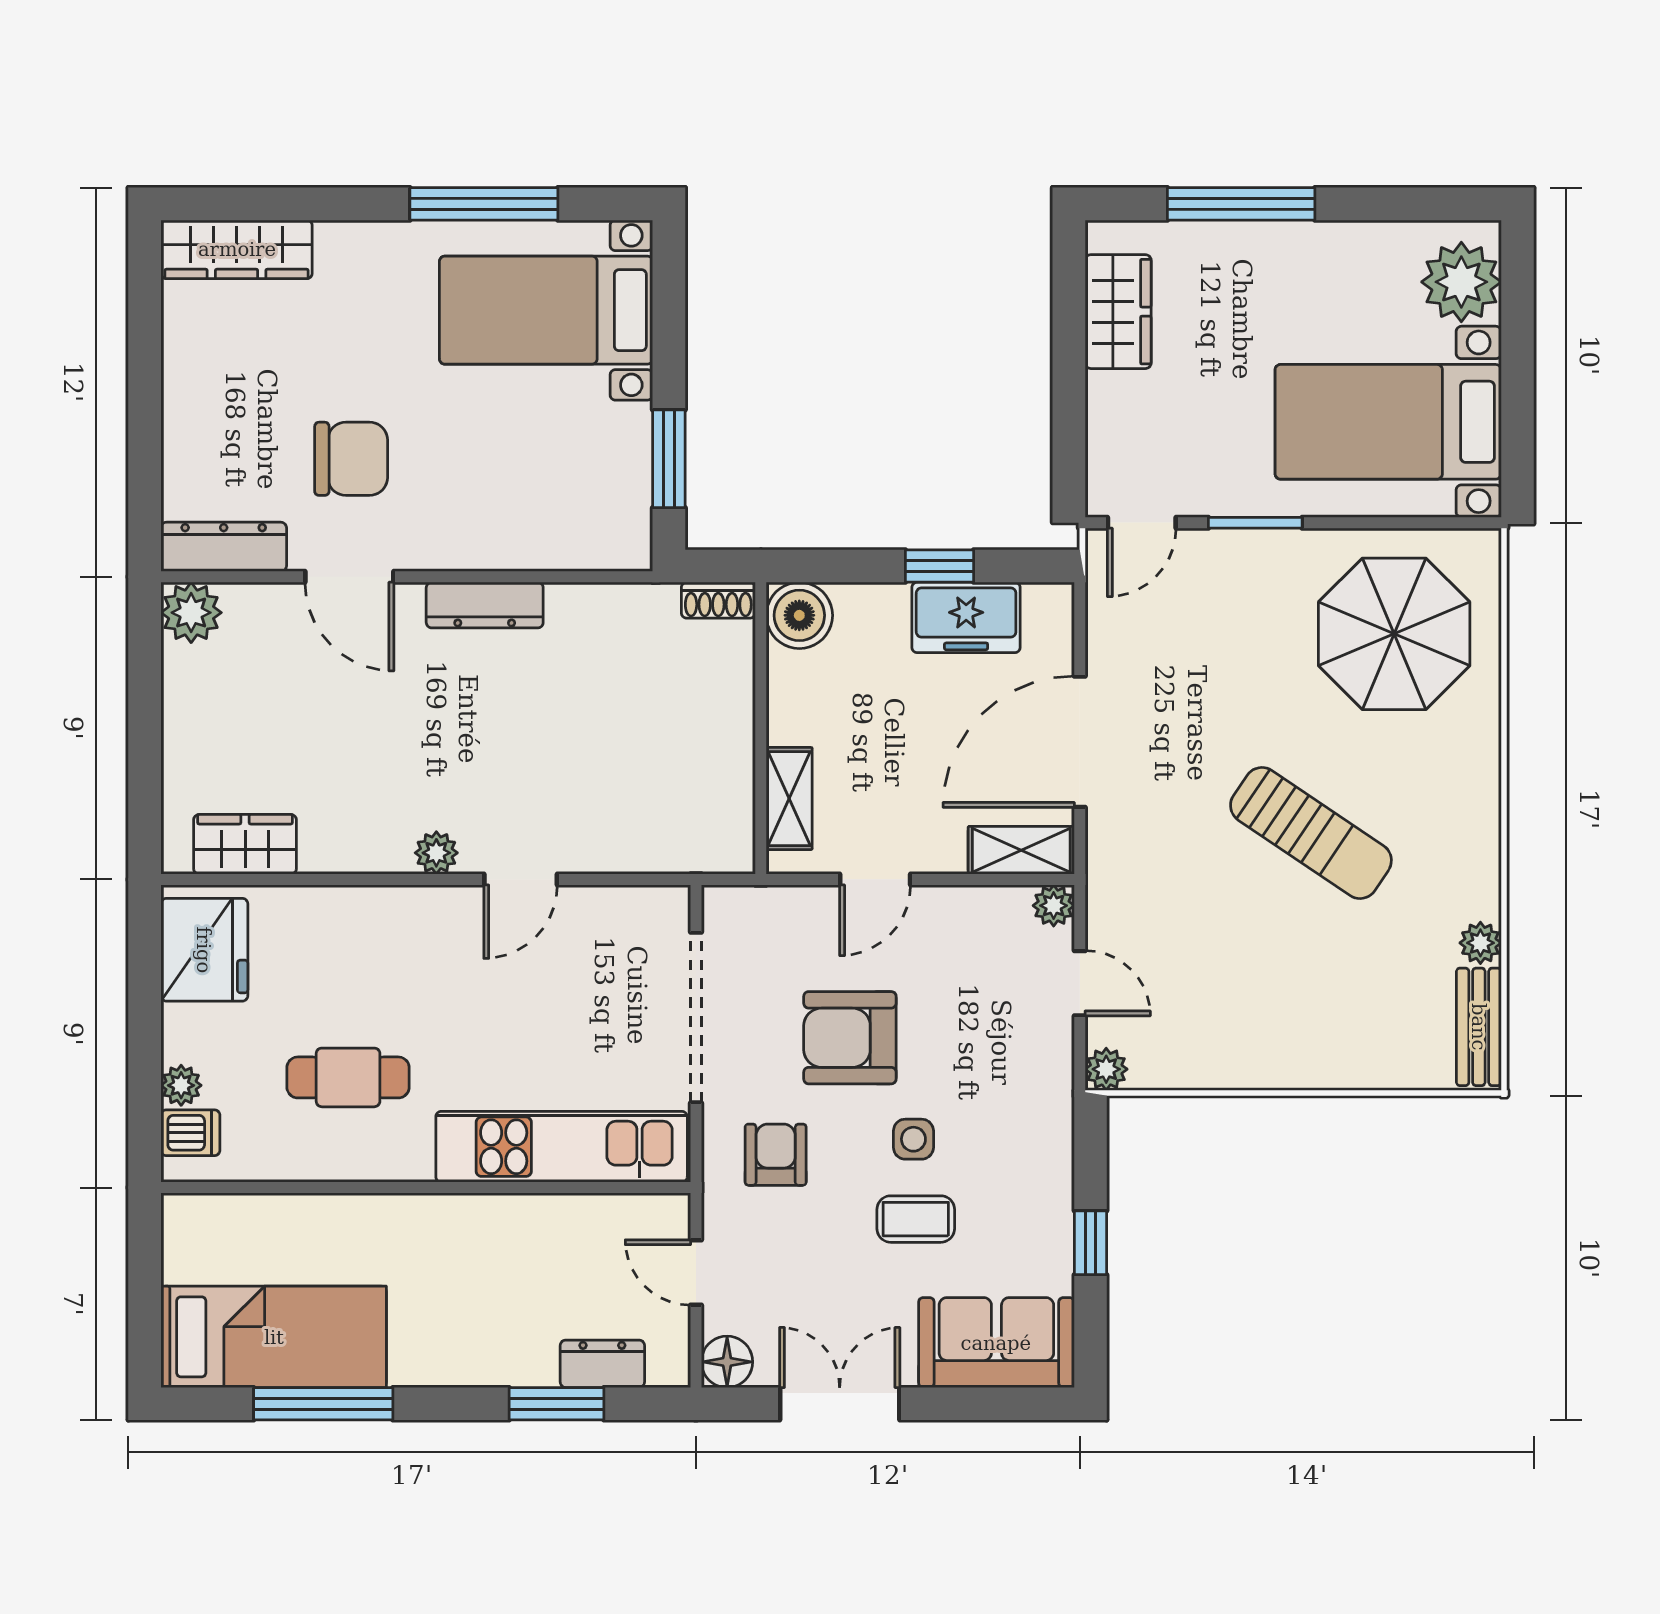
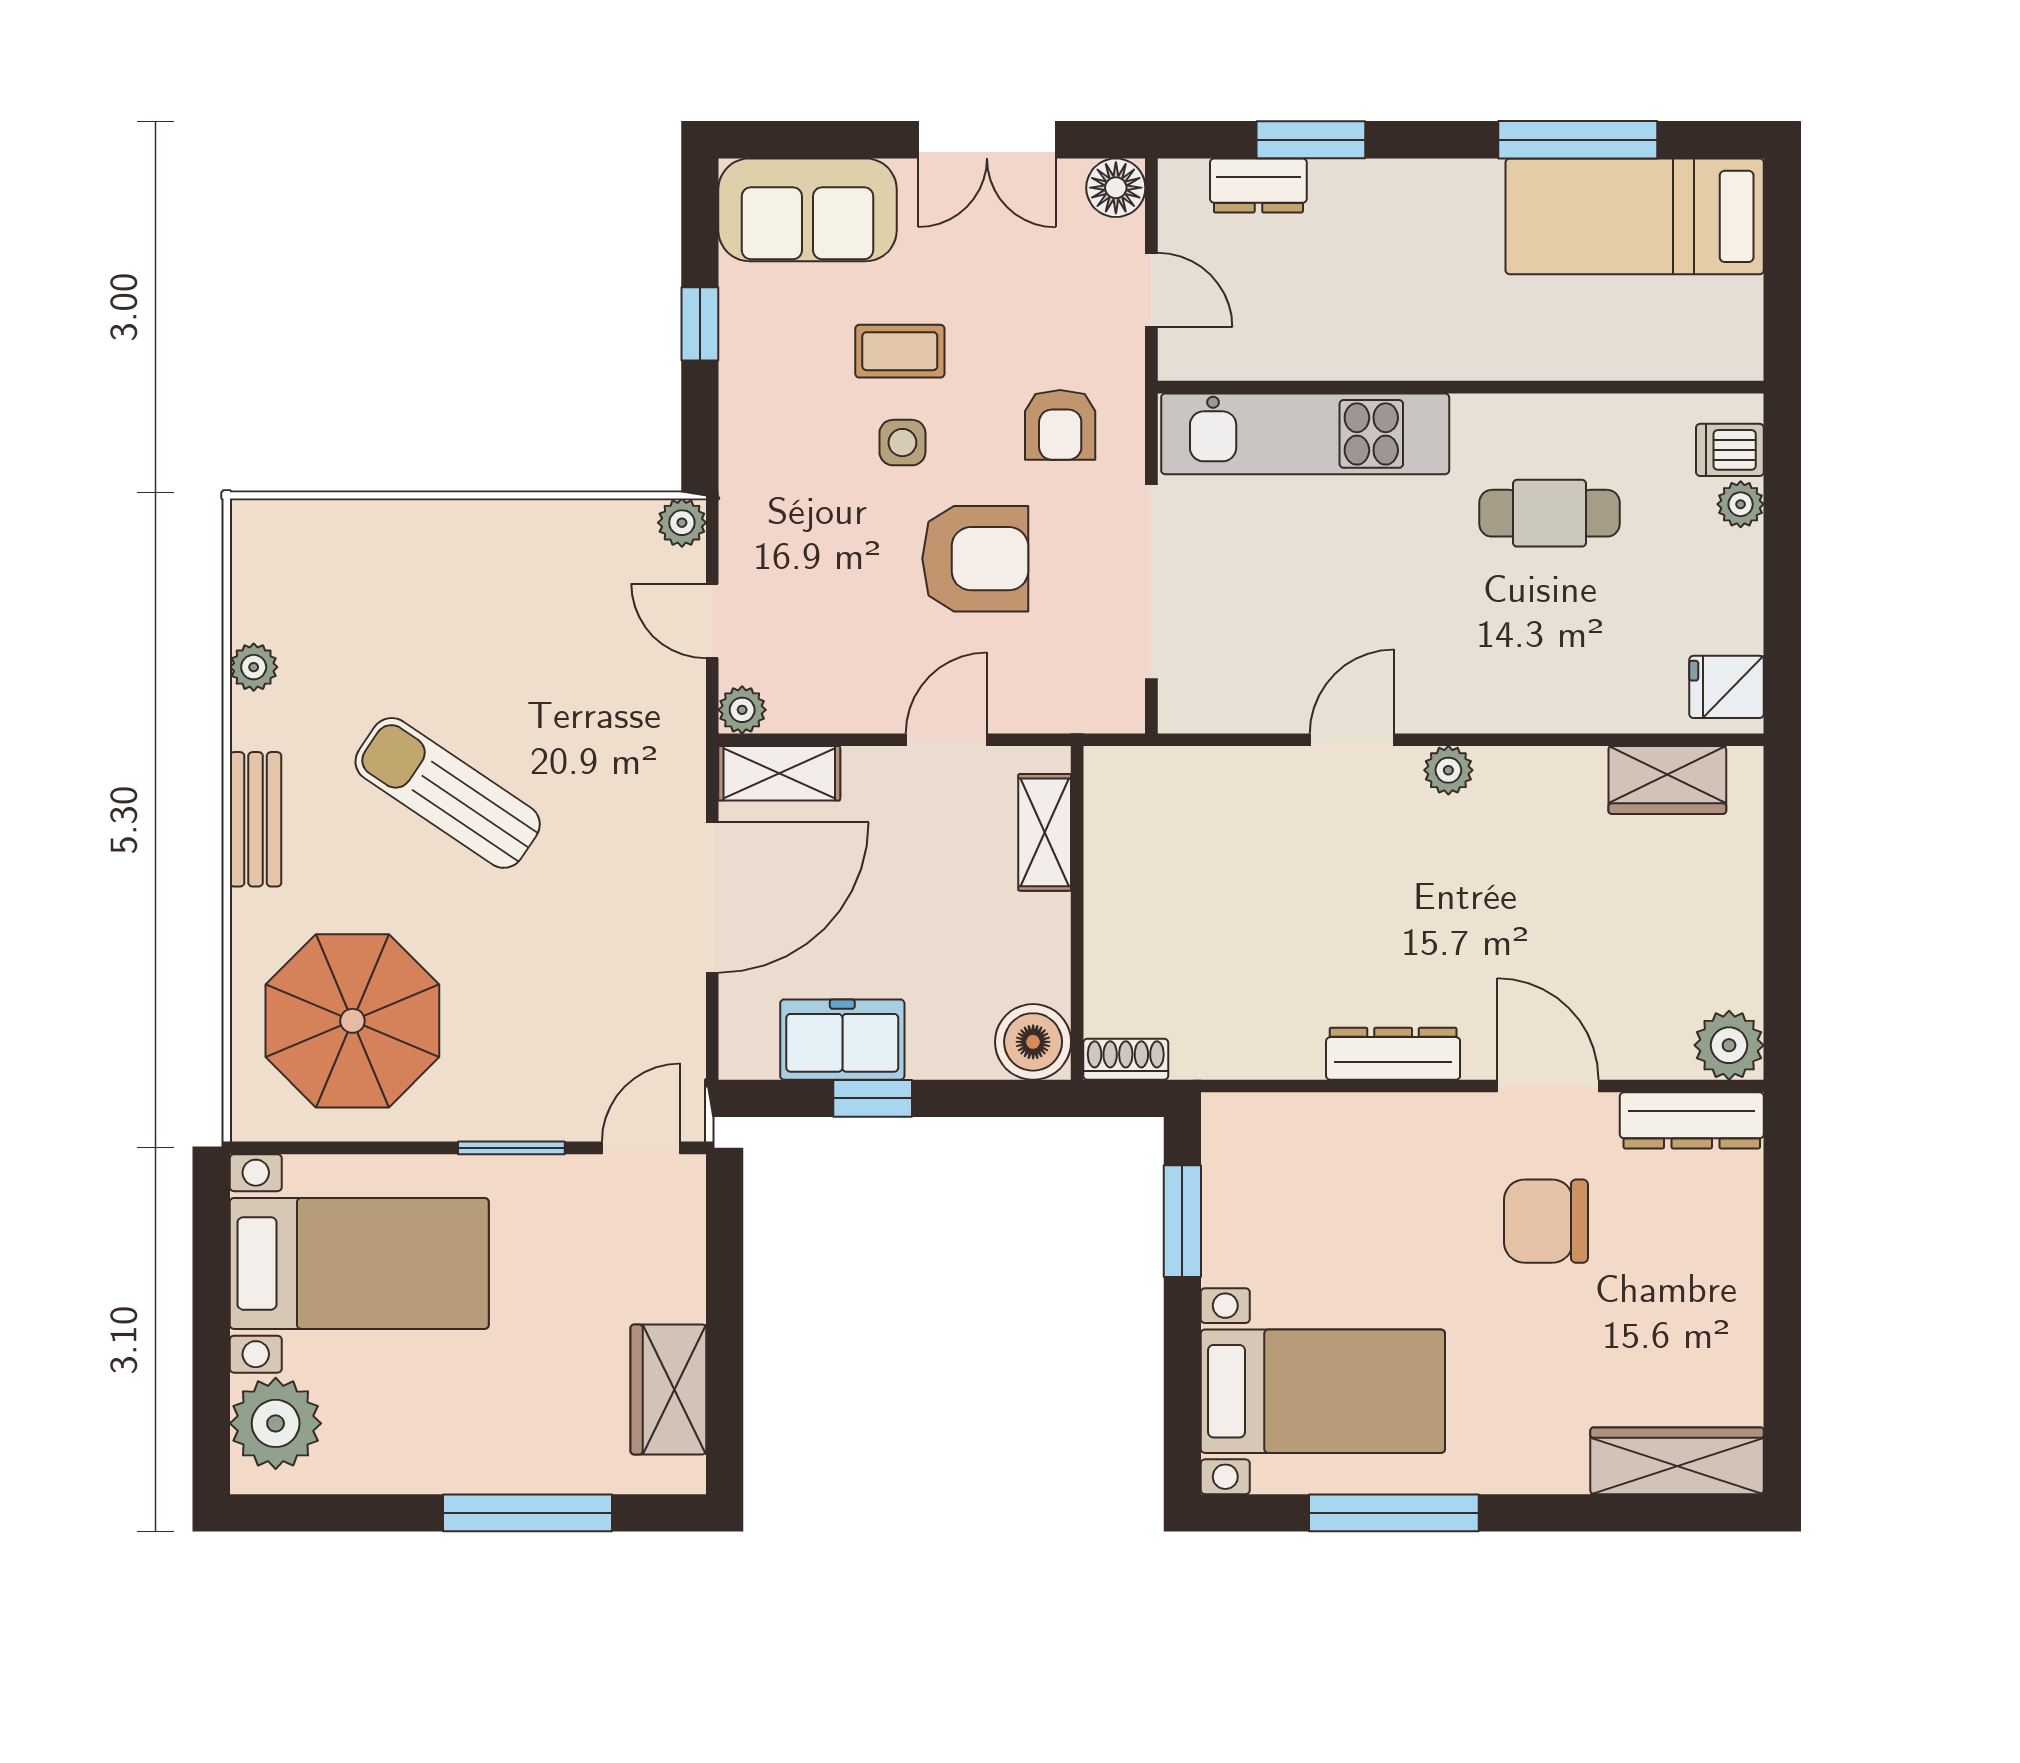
fridge: (204, 950) -> (1727, 687), width x0.53, depth x0.75
bench: (1479, 1027) -> (256, 819), moved

